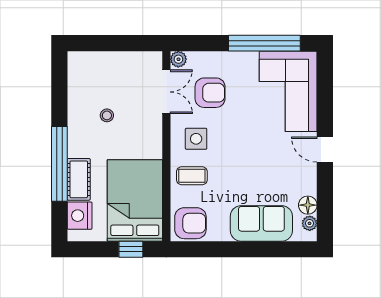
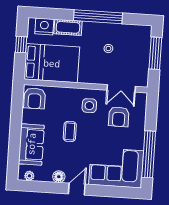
window: (109, 43) -> (155, 53), added
plant: (178, 59) -> (142, 98), removed
window: (59, 164) -> (98, 17), moved
coffee table: (192, 176) -> (70, 131), moved
floor lamp: (308, 205) -> (59, 177), moved
window: (131, 249) -> (21, 45), moved

